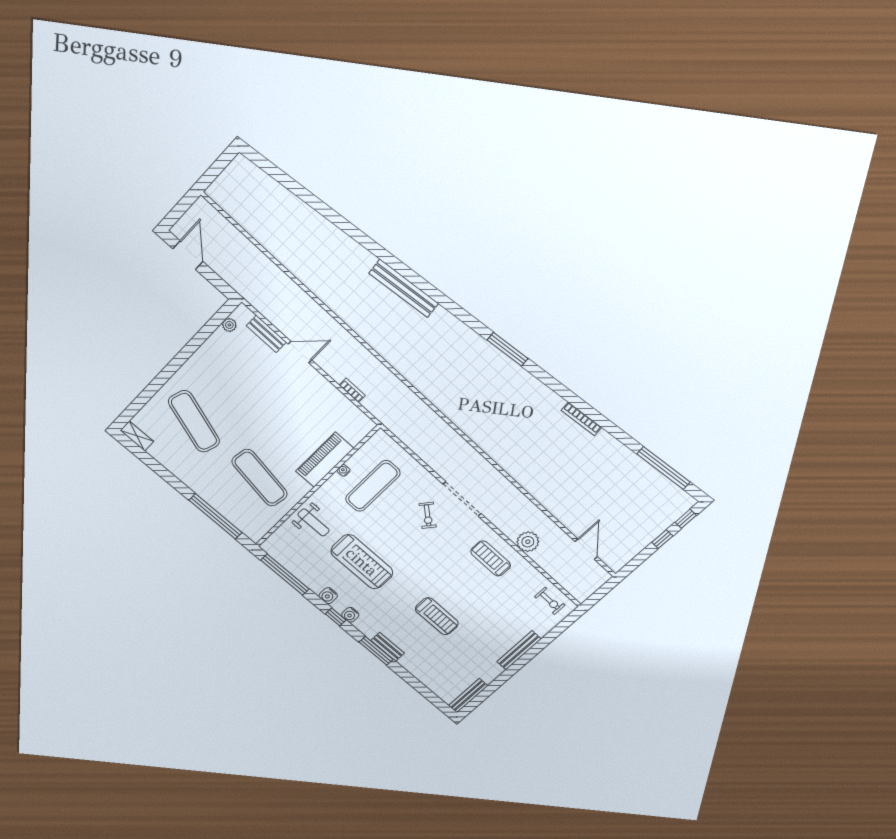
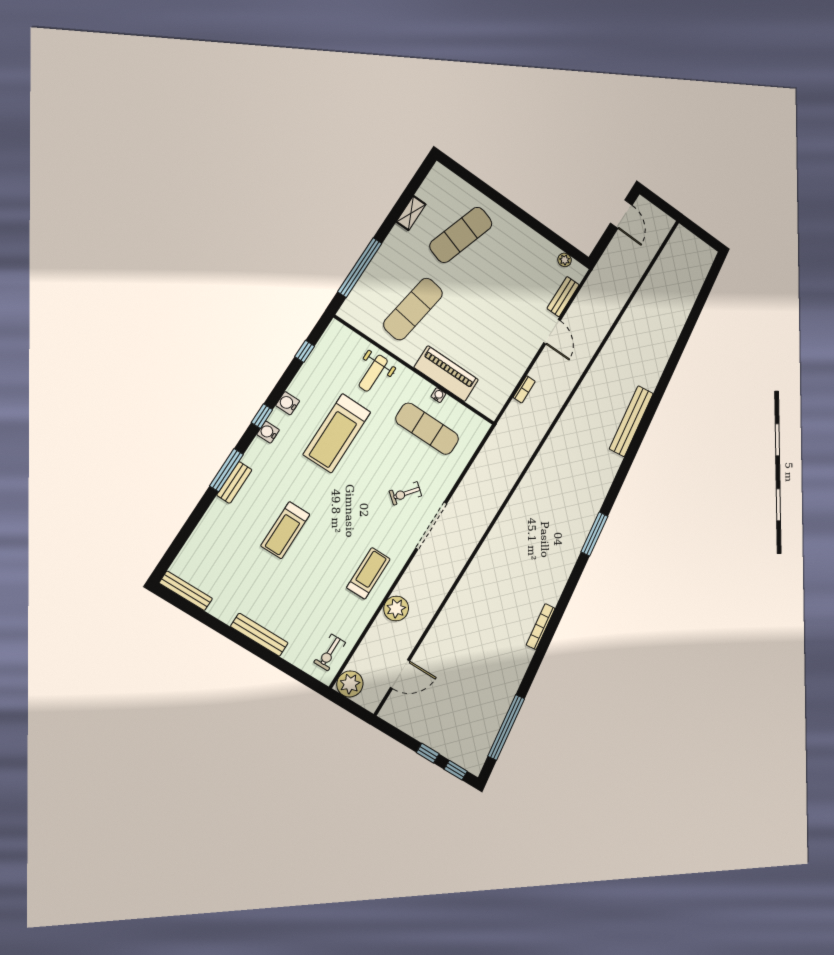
door: (188, 255) -> (621, 214), hinge flipped
shelving: (137, 436) -> (411, 213), moved
window: (285, 575) -> (305, 351), width x0.32
plant: (581, 590) -> (350, 684), added

